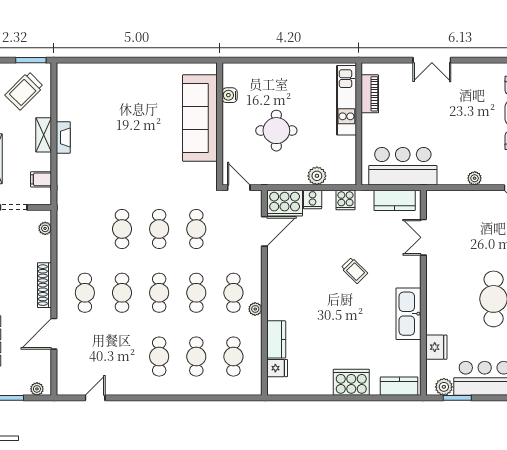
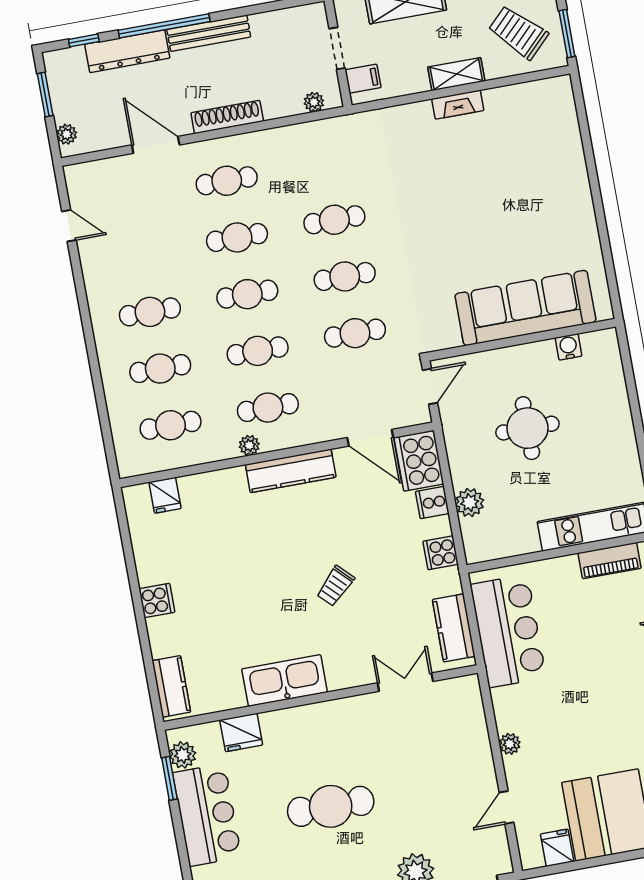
filing cabinet: (41, 179) -> (363, 79), moved, turned 90
kitchen counter: (276, 339) -> (291, 471), moved, width x1.50
cooker: (351, 382) -> (157, 600), width x0.53, depth x0.76

